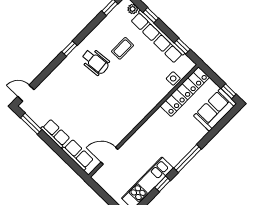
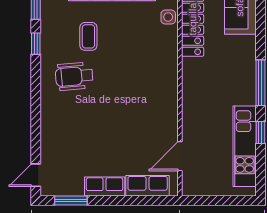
window: (69, 49) -> (36, 44), moved
wheelchair: (95, 62) -> (74, 76), turned 180

